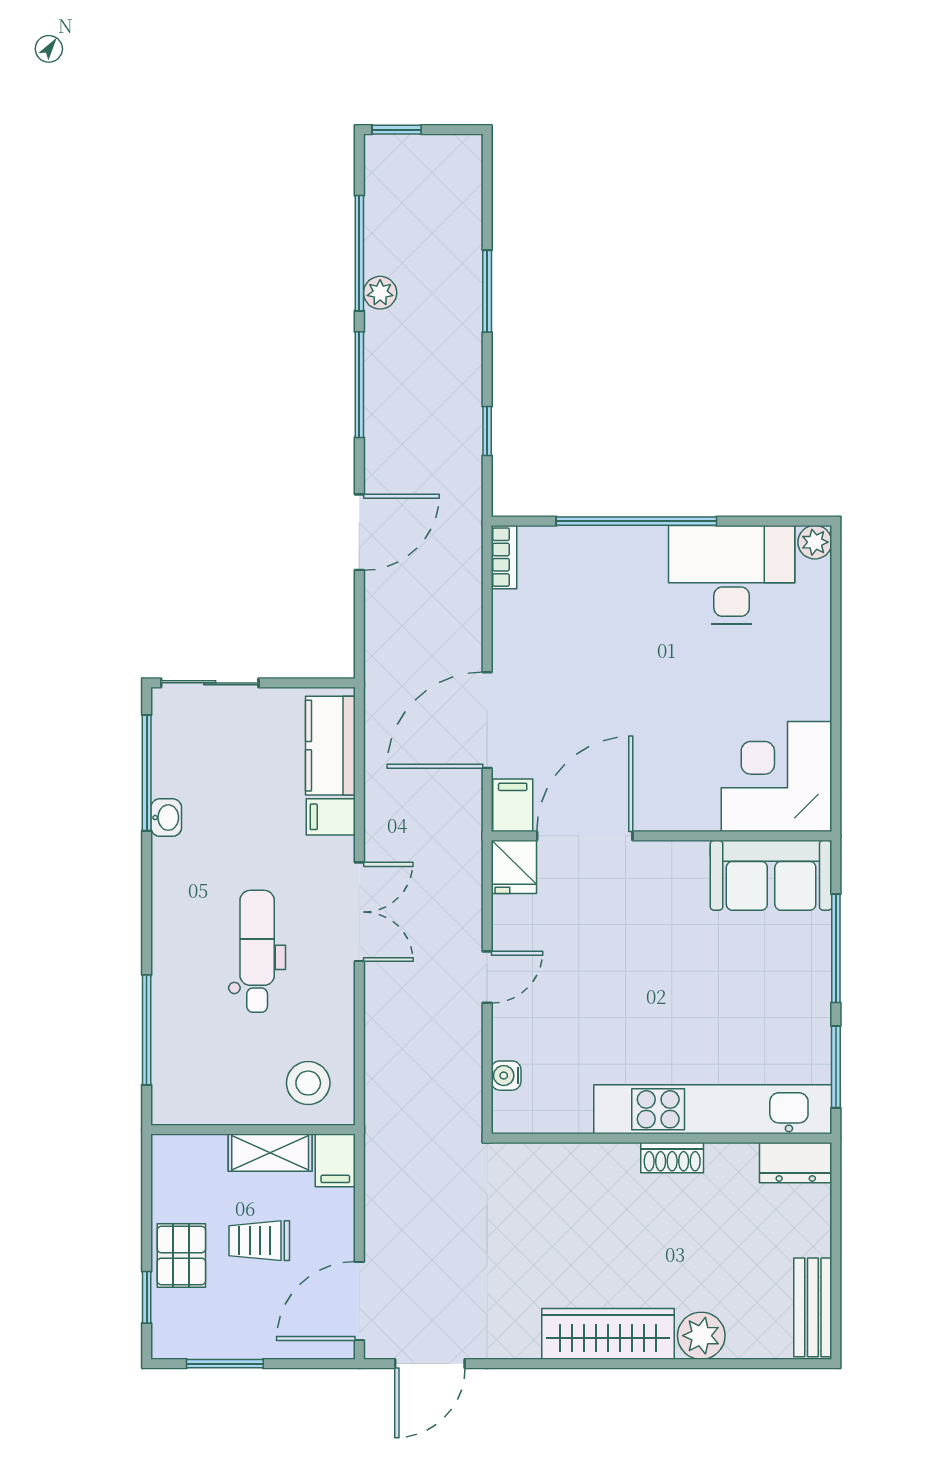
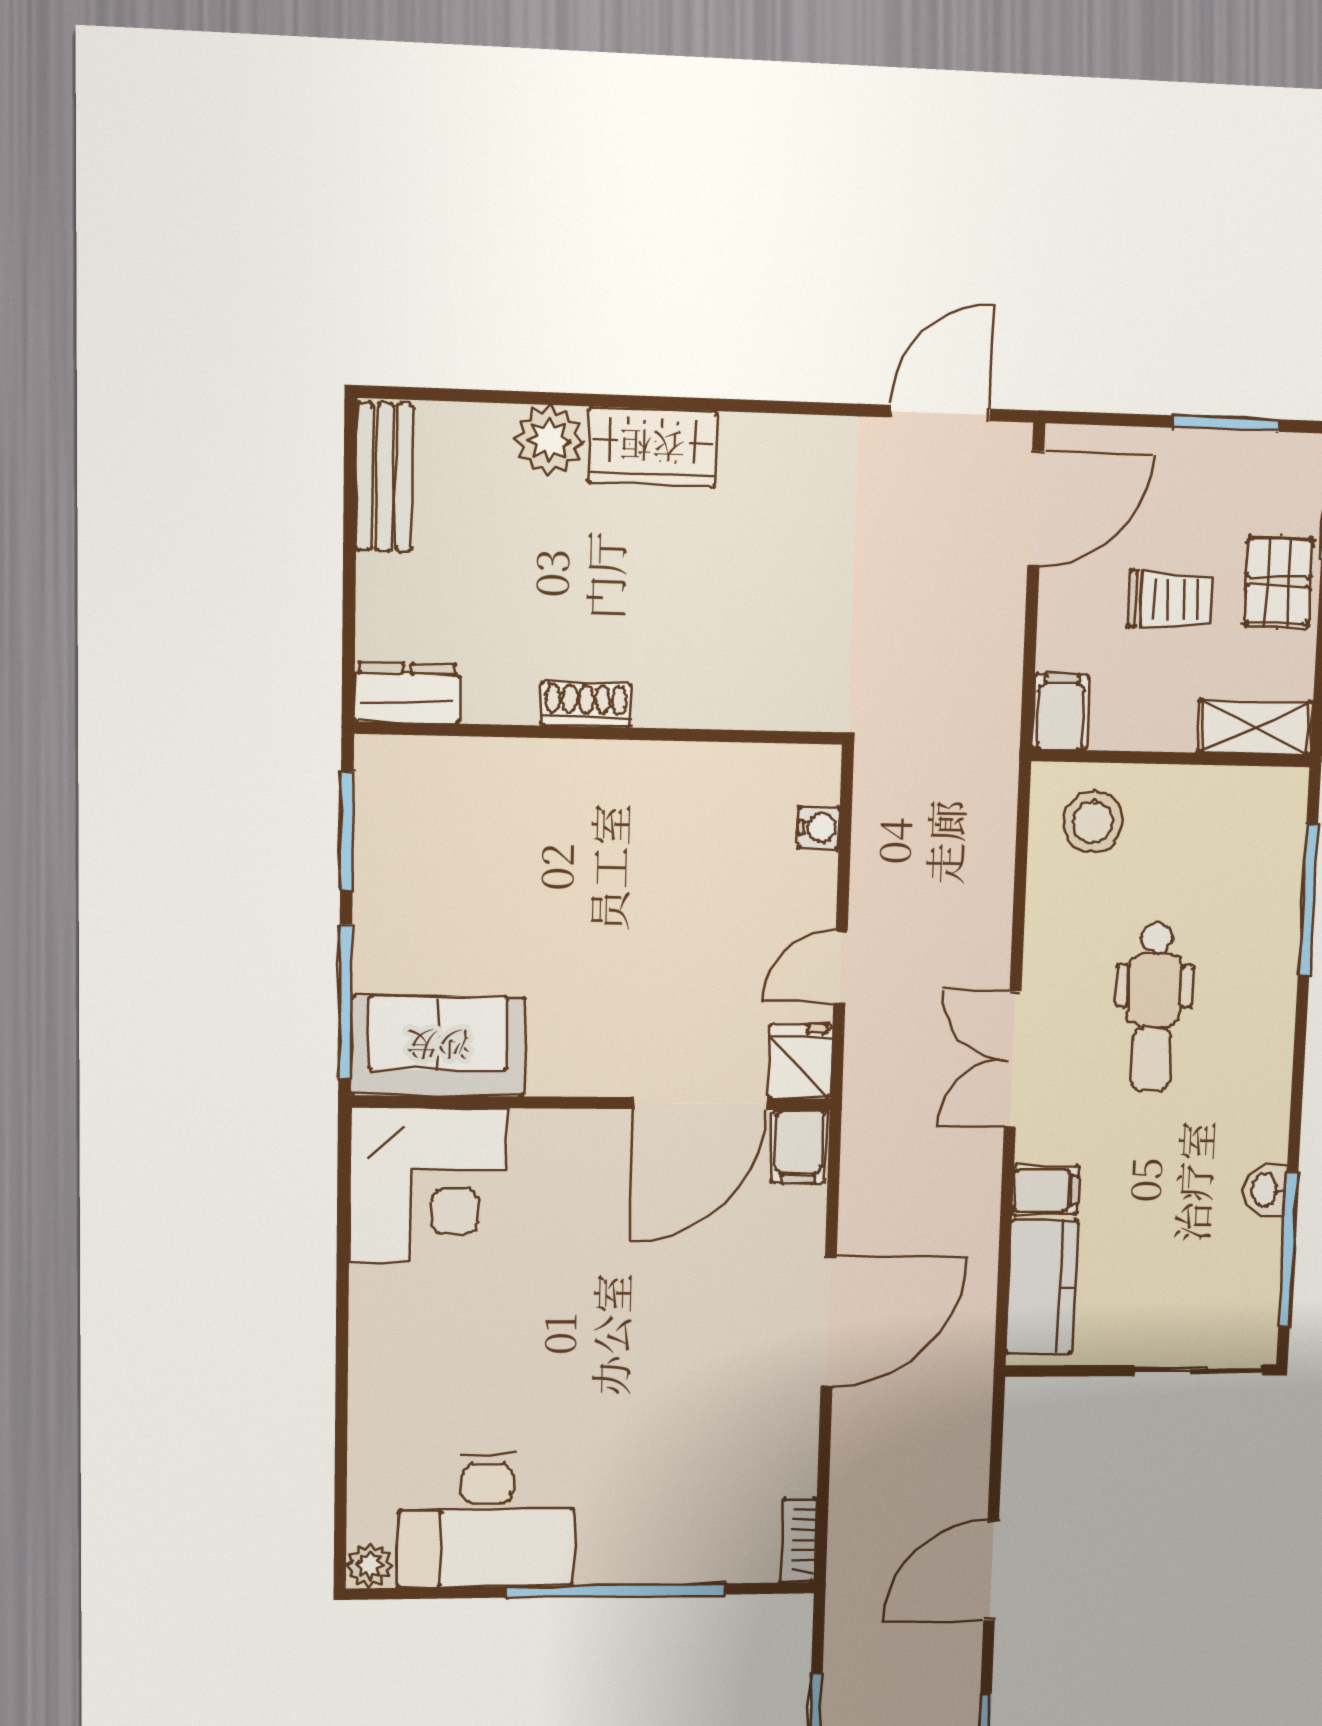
corner desk: (777, 777) -> (428, 1185), moved
filing cabinet: (513, 805) -> (799, 1147), moved
door: (585, 836) -> (700, 1104), moved
wall: (662, 836) -> (593, 1103), moved
fridge: (514, 867) -> (800, 1061), moved
sofa: (771, 875) -> (438, 1046), moved
kitchen unit: (713, 1109) -> (526, 773), removed
shelving: (270, 1153) -> (1255, 727), moved
wardrobe: (608, 1334) -> (652, 447), width x0.67

